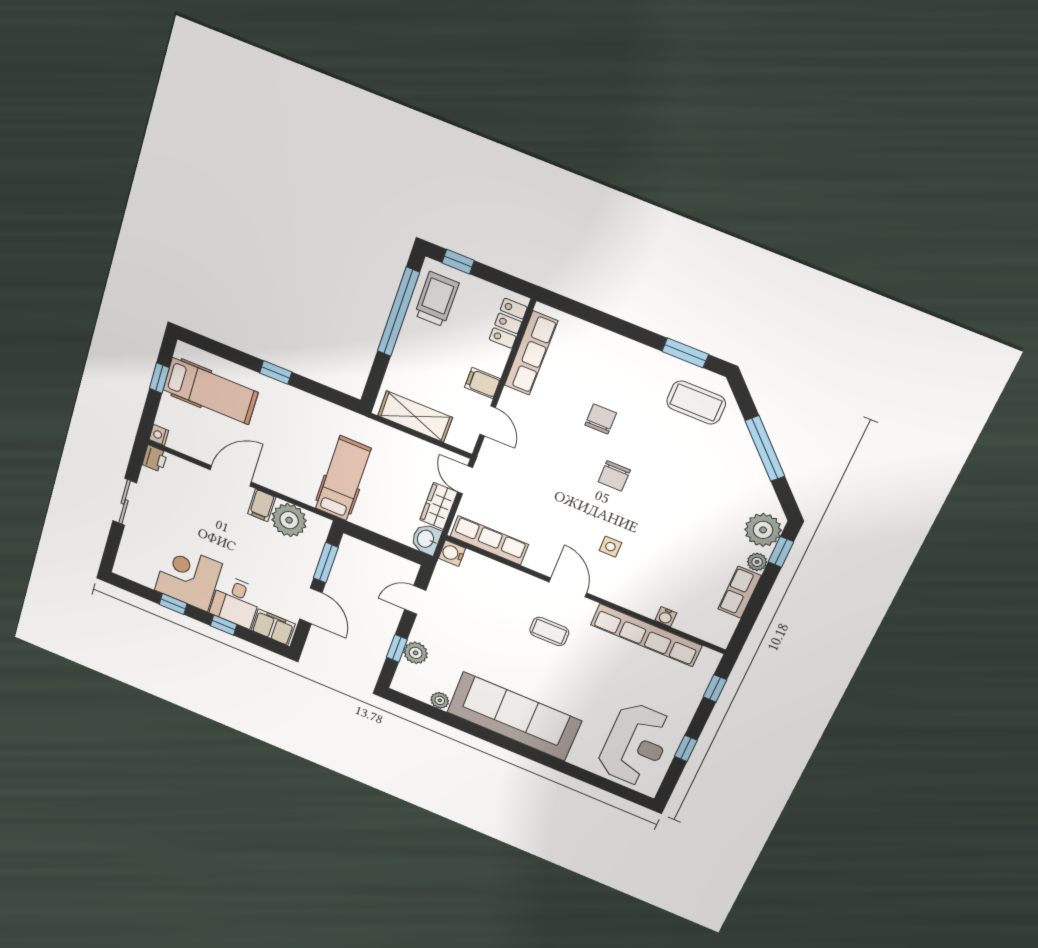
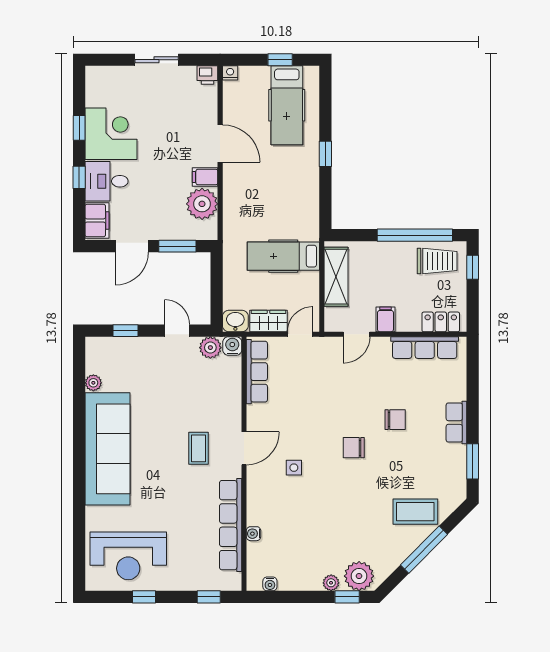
coffee table: (696, 402) -> (415, 512), moved, turned 90
hospital bed: (343, 478) -> (283, 256), moved, turned 180
row of seats: (740, 592) -> (456, 423), moved, turned -90
water cooler: (729, 624) -> (270, 584), added
plant: (416, 653) -> (210, 348), moved

